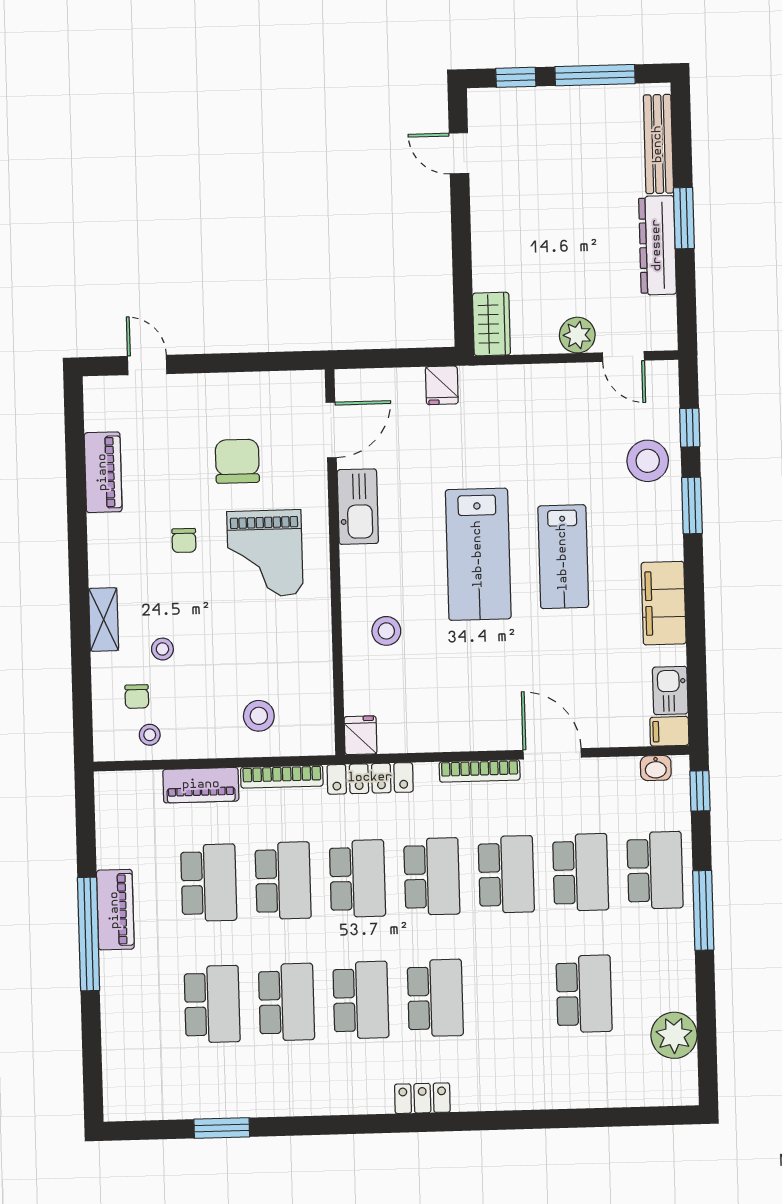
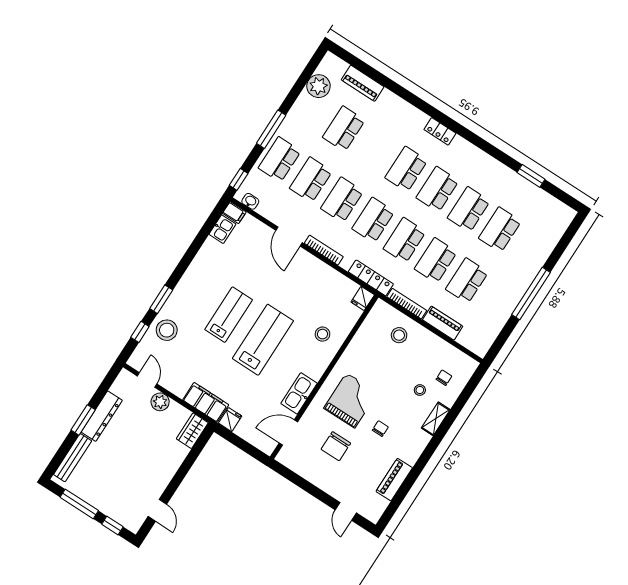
filing cabinet: (664, 603) -> (206, 402), moved, turned -90
stool: (150, 735) -> (449, 358), removed
piano: (115, 910) -> (363, 83), moved, turned -90

